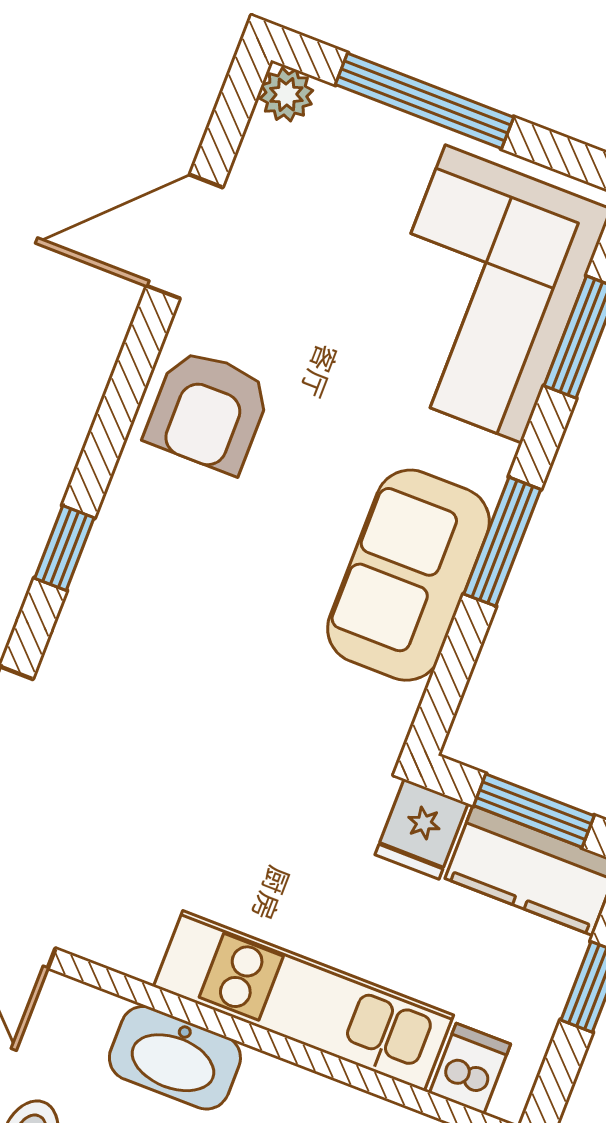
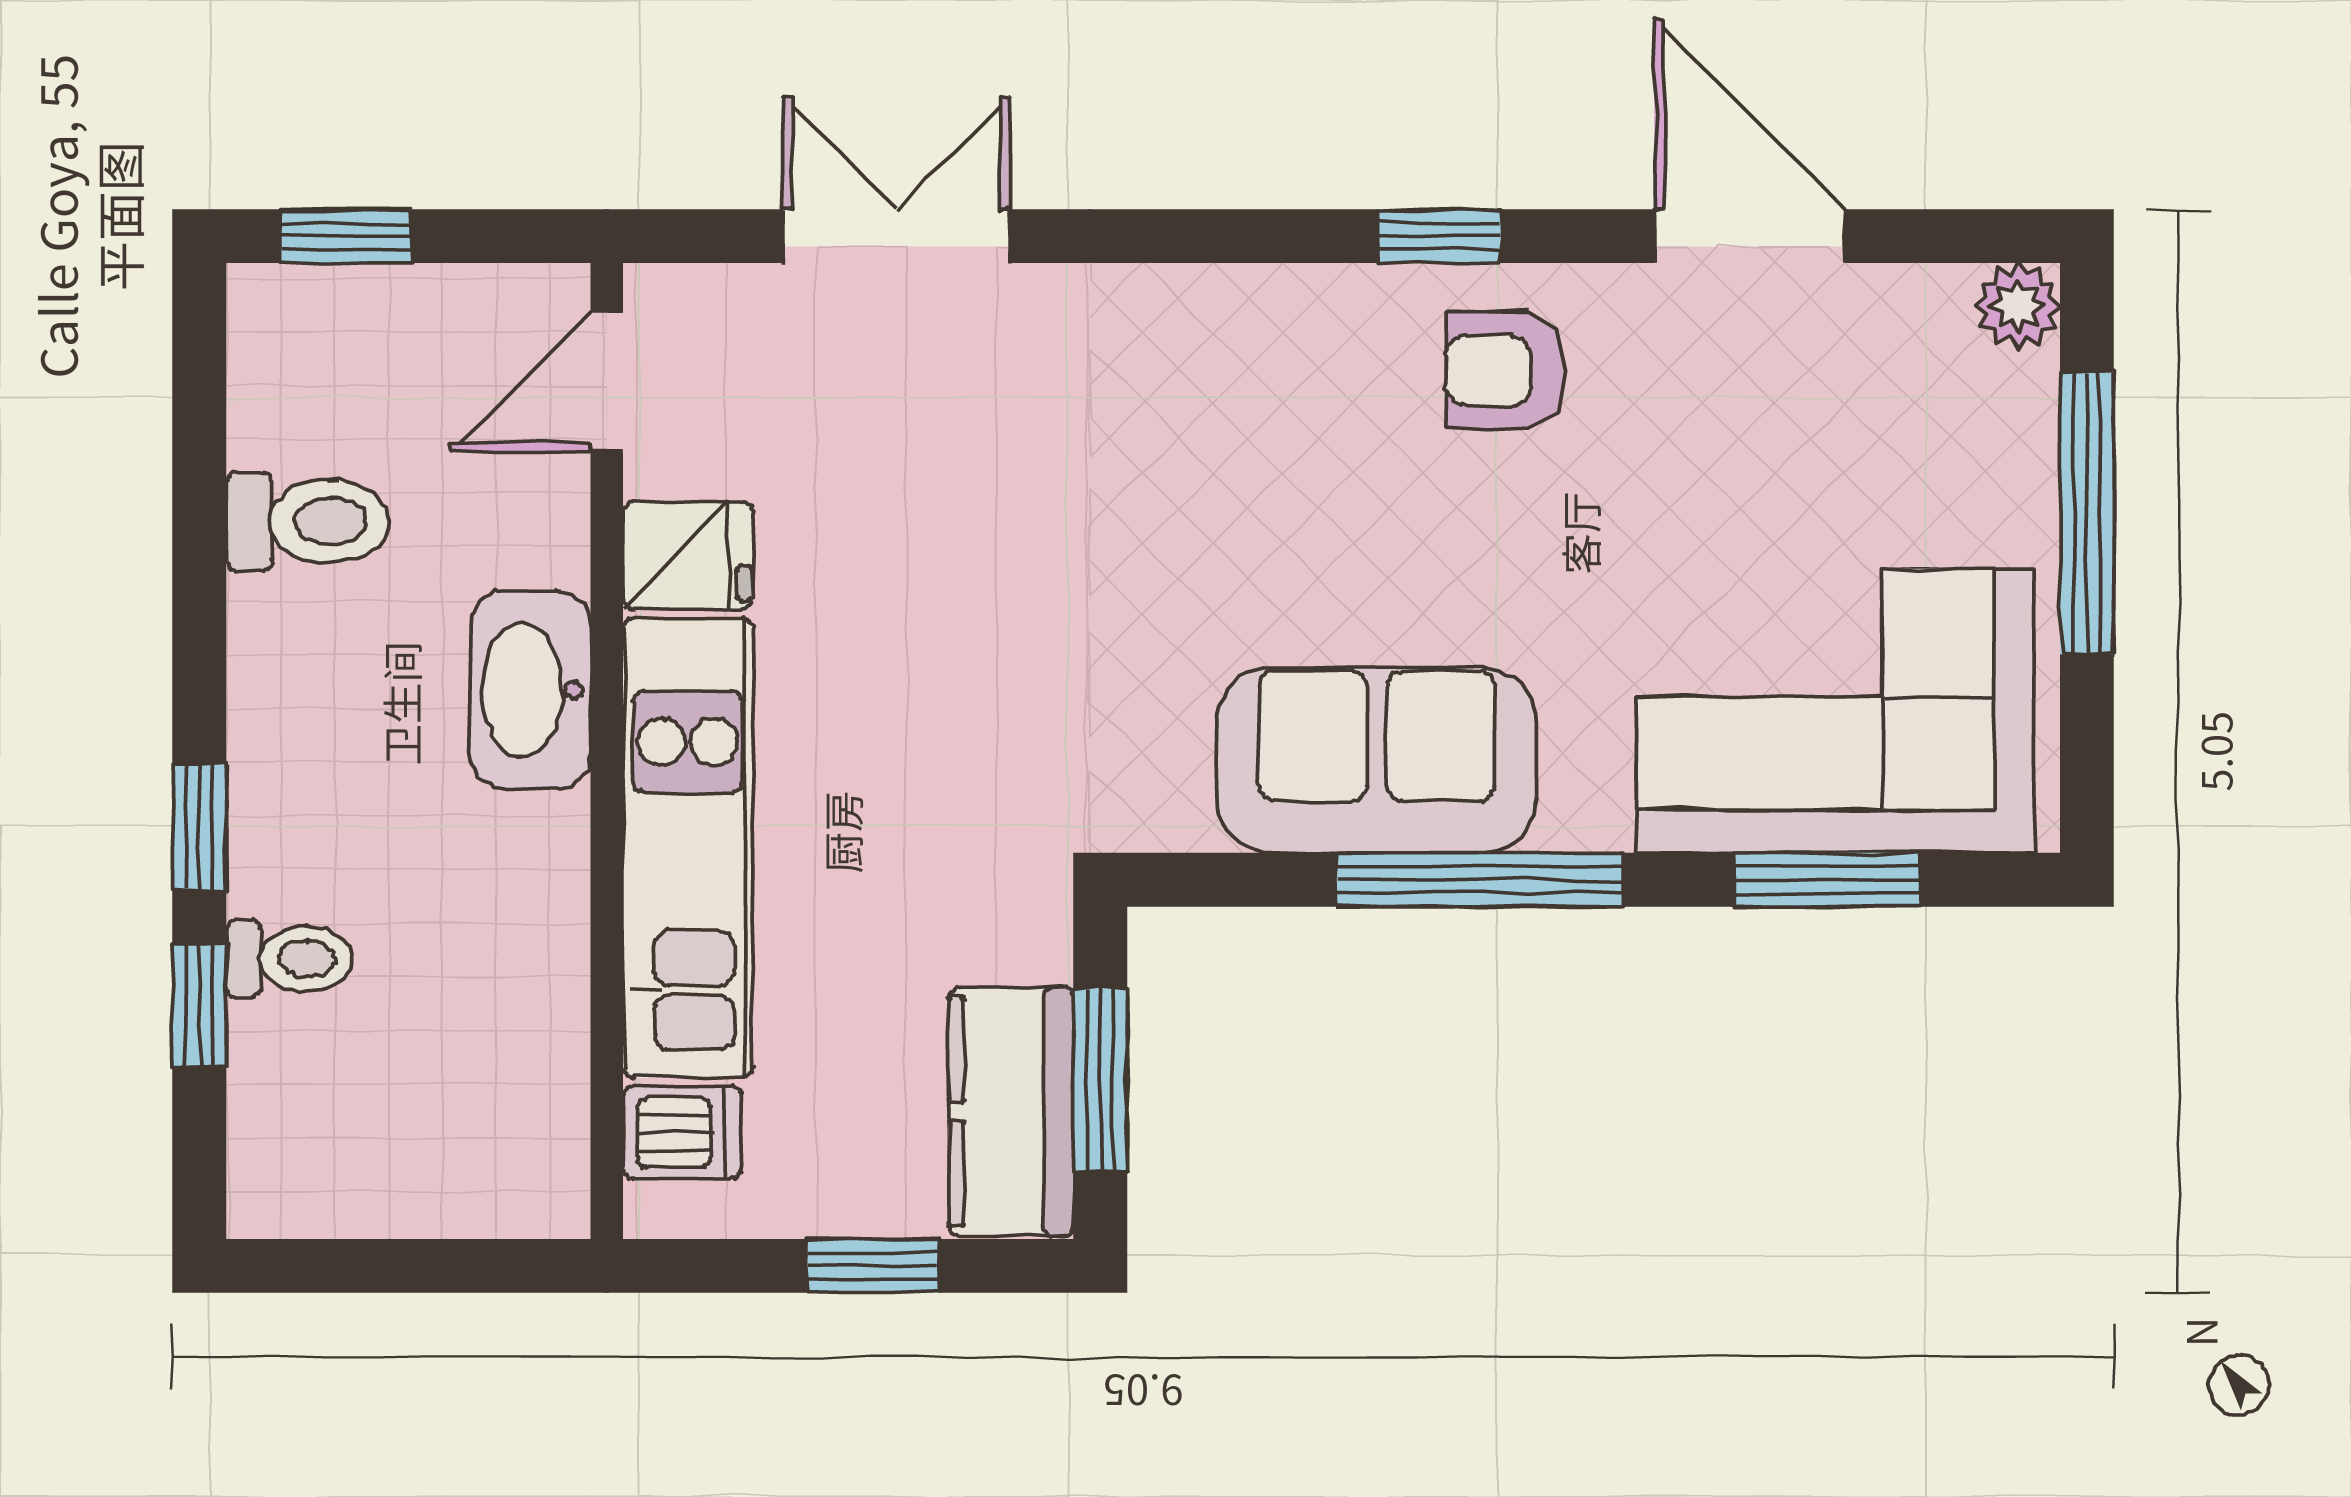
armchair: (208, 411) -> (1505, 370), width x0.72, depth x0.72
window: (502, 542) -> (1480, 880), width x1.44
window: (64, 548) -> (1439, 236), moved
fridge: (422, 829) -> (688, 555), moved, turned 180

